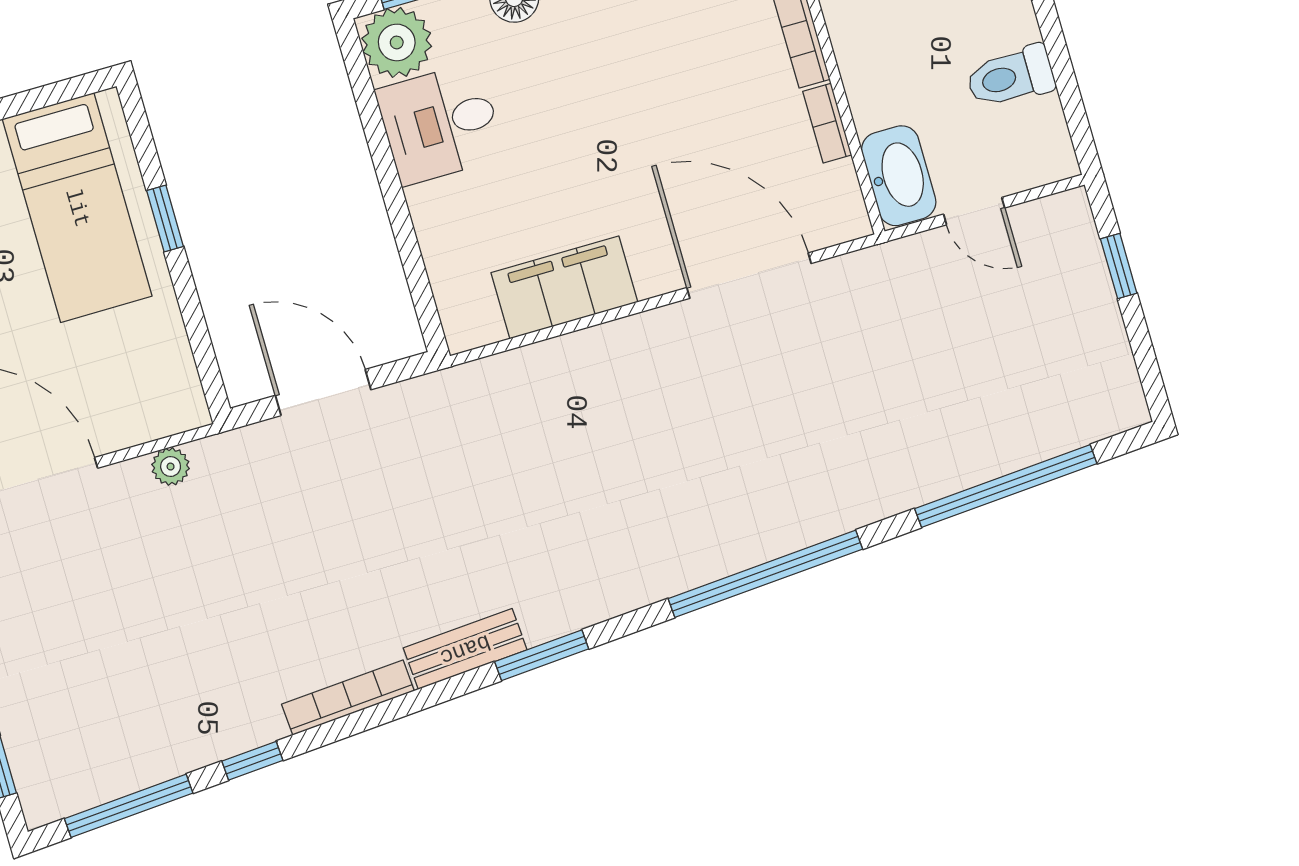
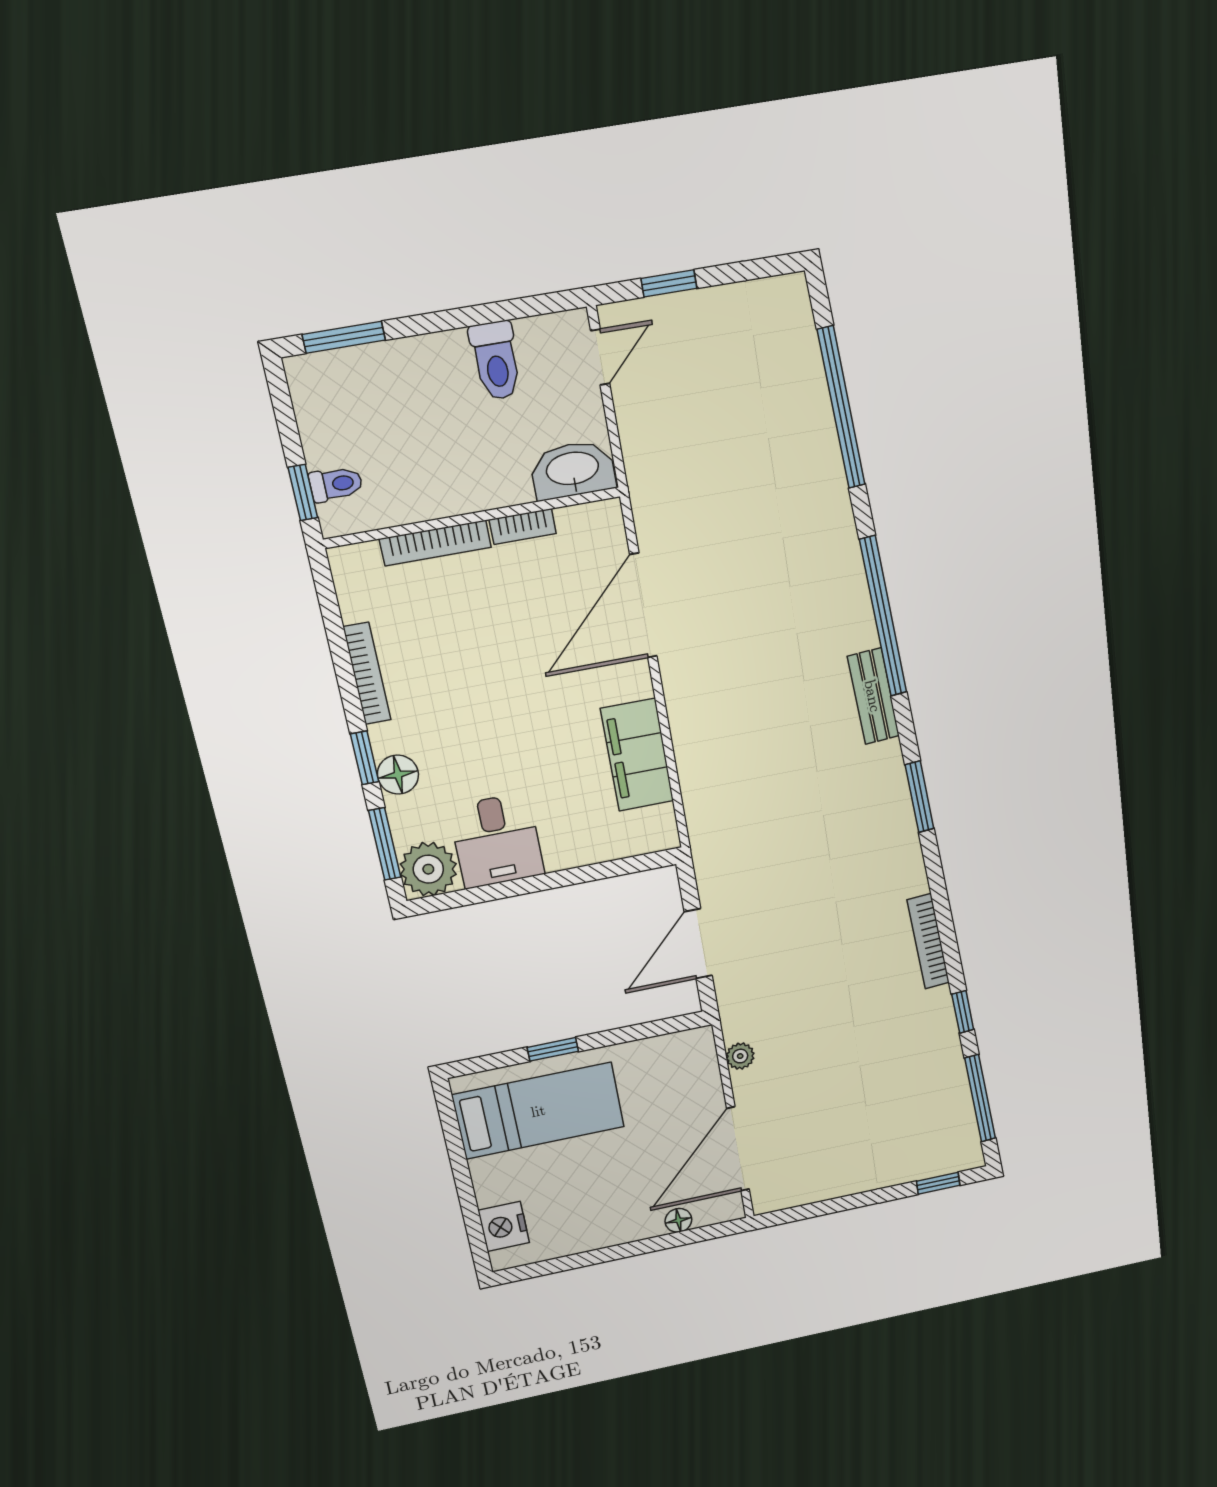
door: (974, 211) -> (600, 357), moved
bench: (465, 649) -> (873, 696), moved

